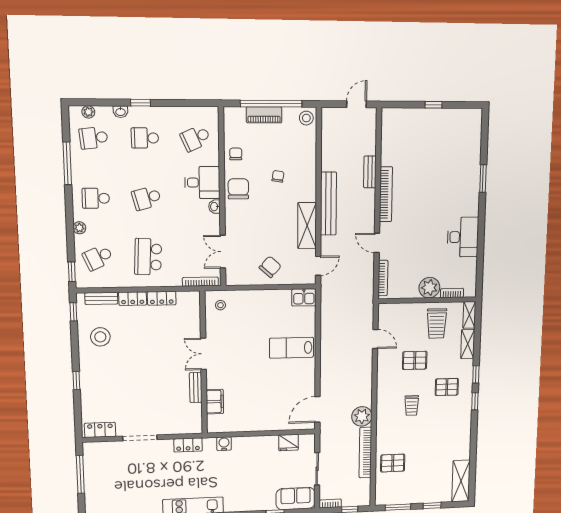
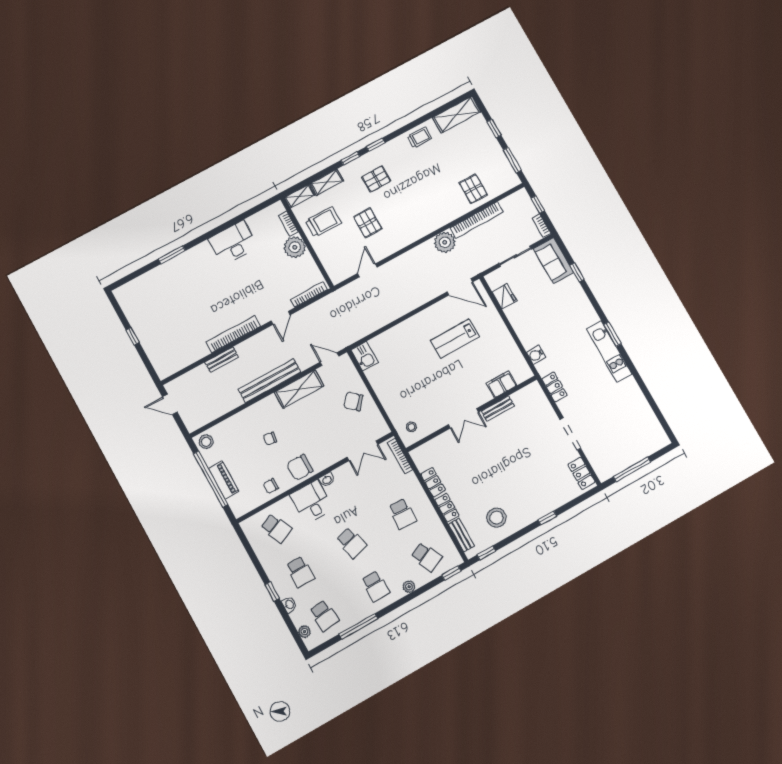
school desk: (148, 257) -> (402, 514), width x0.54
lab bench: (291, 348) -> (455, 339), moved, turned 90
pallet: (447, 387) -> (376, 179), turned 90
trolley: (412, 405) -> (419, 137), moved

